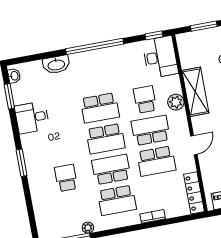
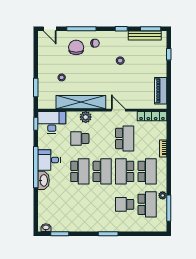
washbasin: (56, 65) -> (44, 180), moved
shelving: (195, 92) -> (81, 102), width x1.47
desk: (32, 118) -> (49, 160), moved, turned 90
school desk: (151, 130) -> (147, 204), moved, turned 180

